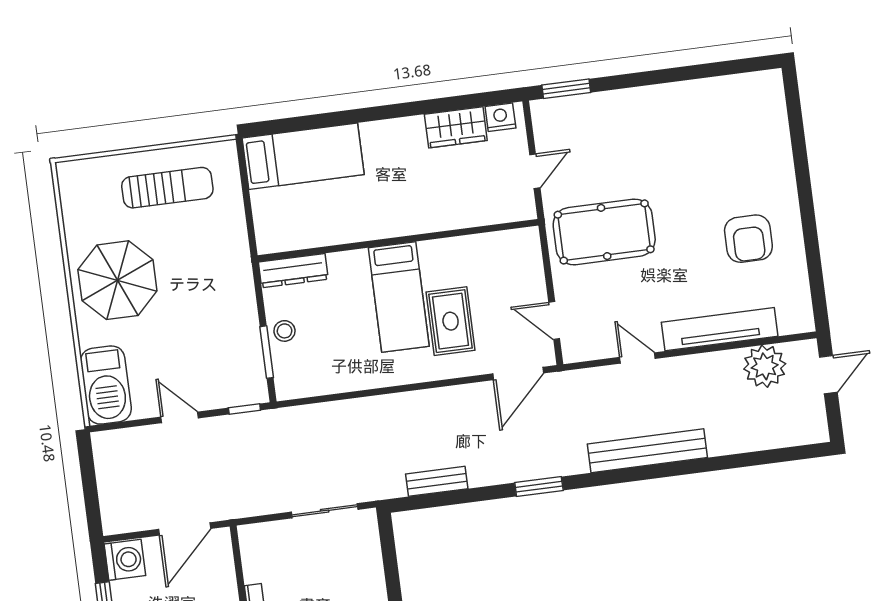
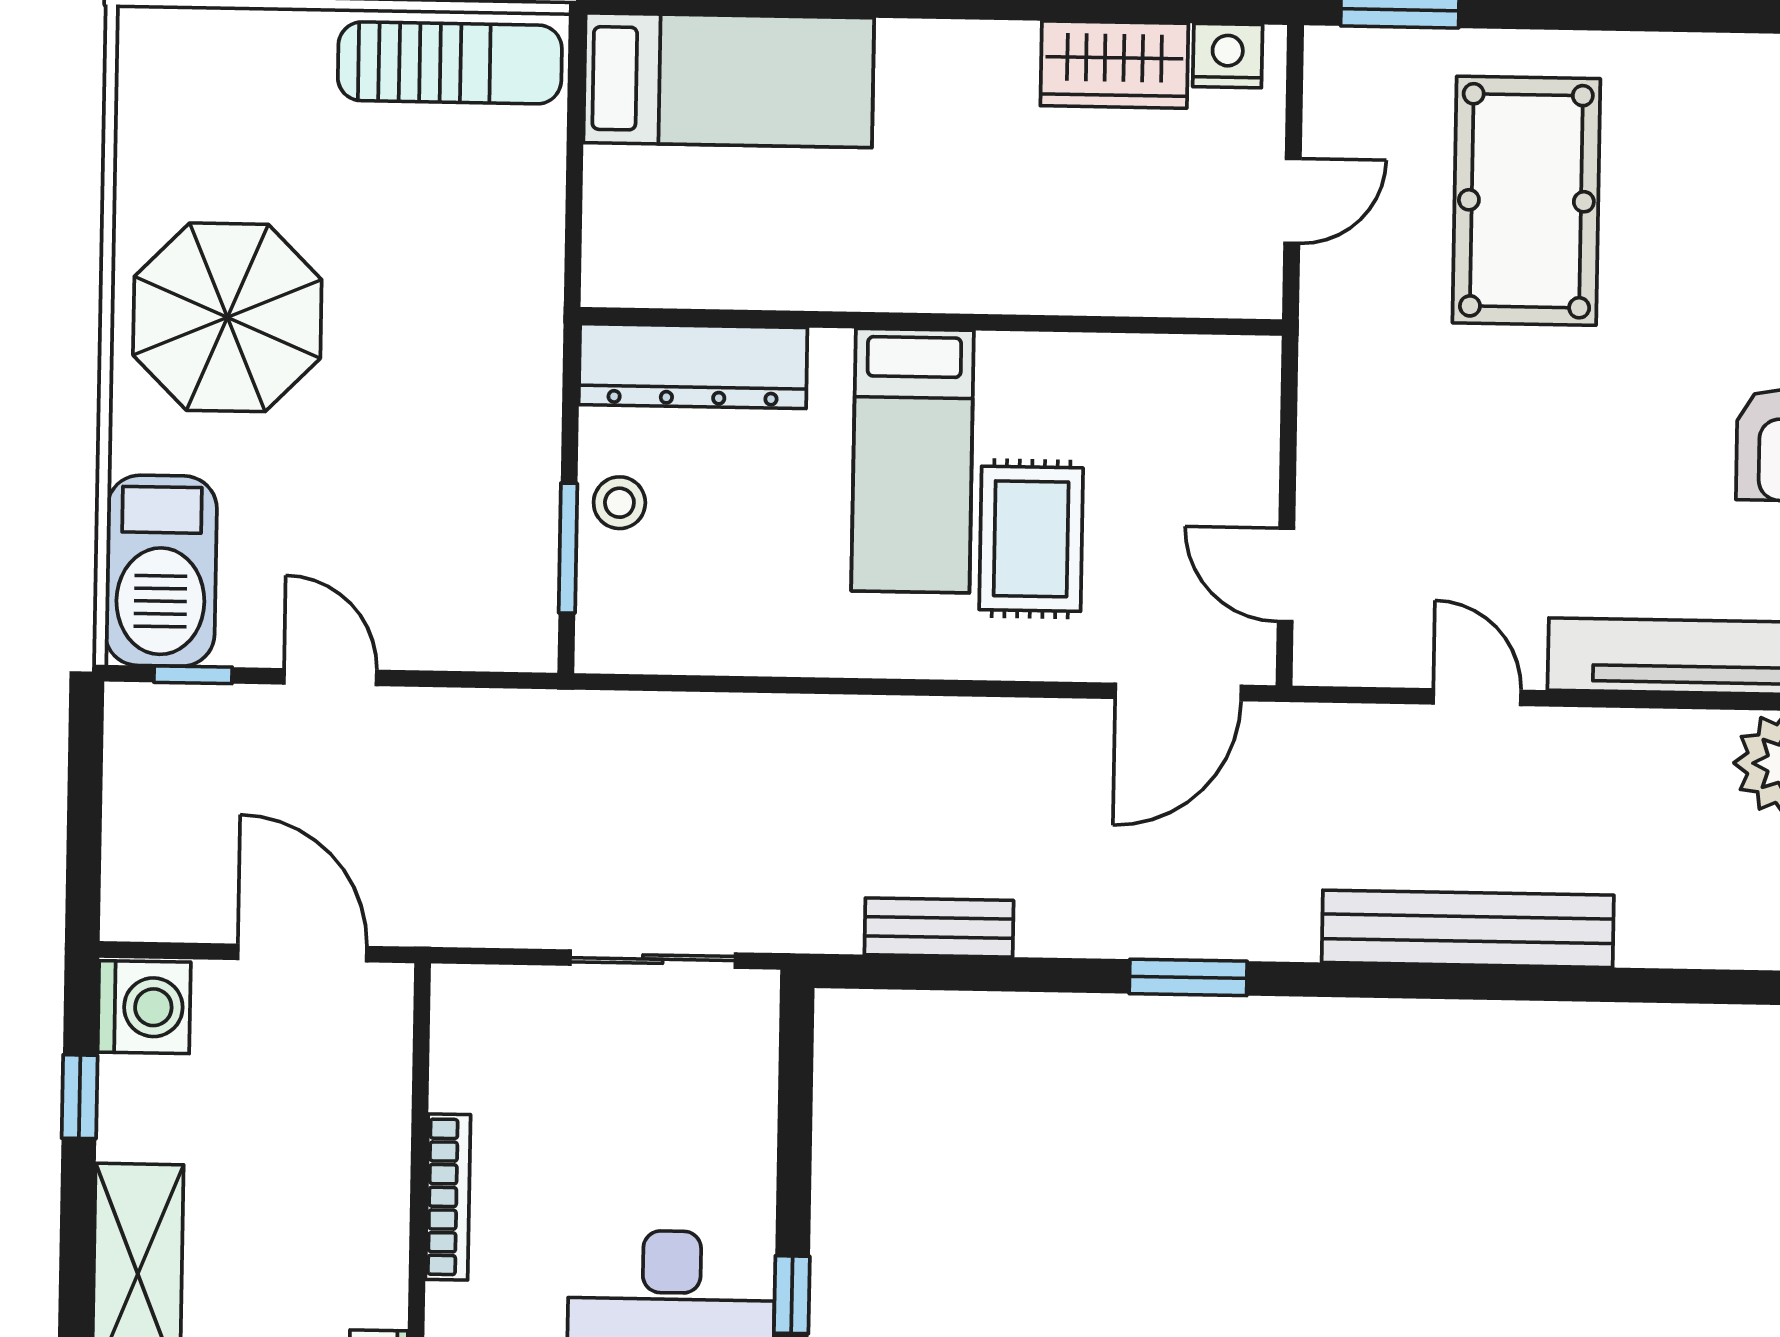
sun lounger: (167, 188) -> (450, 63), moved
pool table: (604, 232) -> (1526, 201), moved, turned 90
dresser: (293, 271) -> (693, 366), width x1.37, depth x1.24
window: (244, 409) -> (193, 675), moved
door: (185, 529) -> (302, 953), swing flipped

